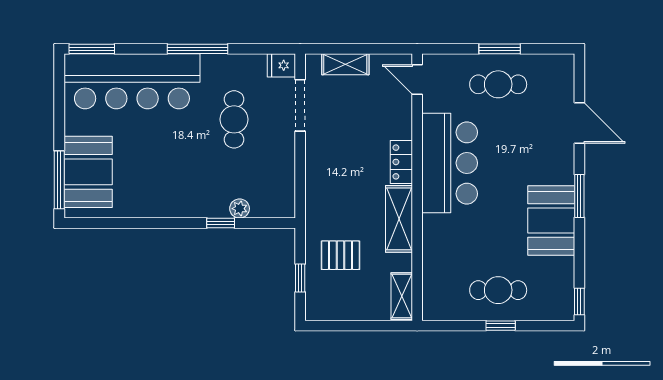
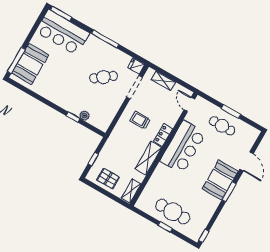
bar counter: (132, 81) -> (63, 32), width x0.73
cafe table: (234, 119) -> (104, 77), turned 53
trolley: (345, 159) -> (140, 120), added
booth: (551, 221) -> (220, 180), moved
pallet: (340, 255) -> (108, 178), moved
cafe table: (498, 290) -> (173, 212), width x1.37, depth x1.35

